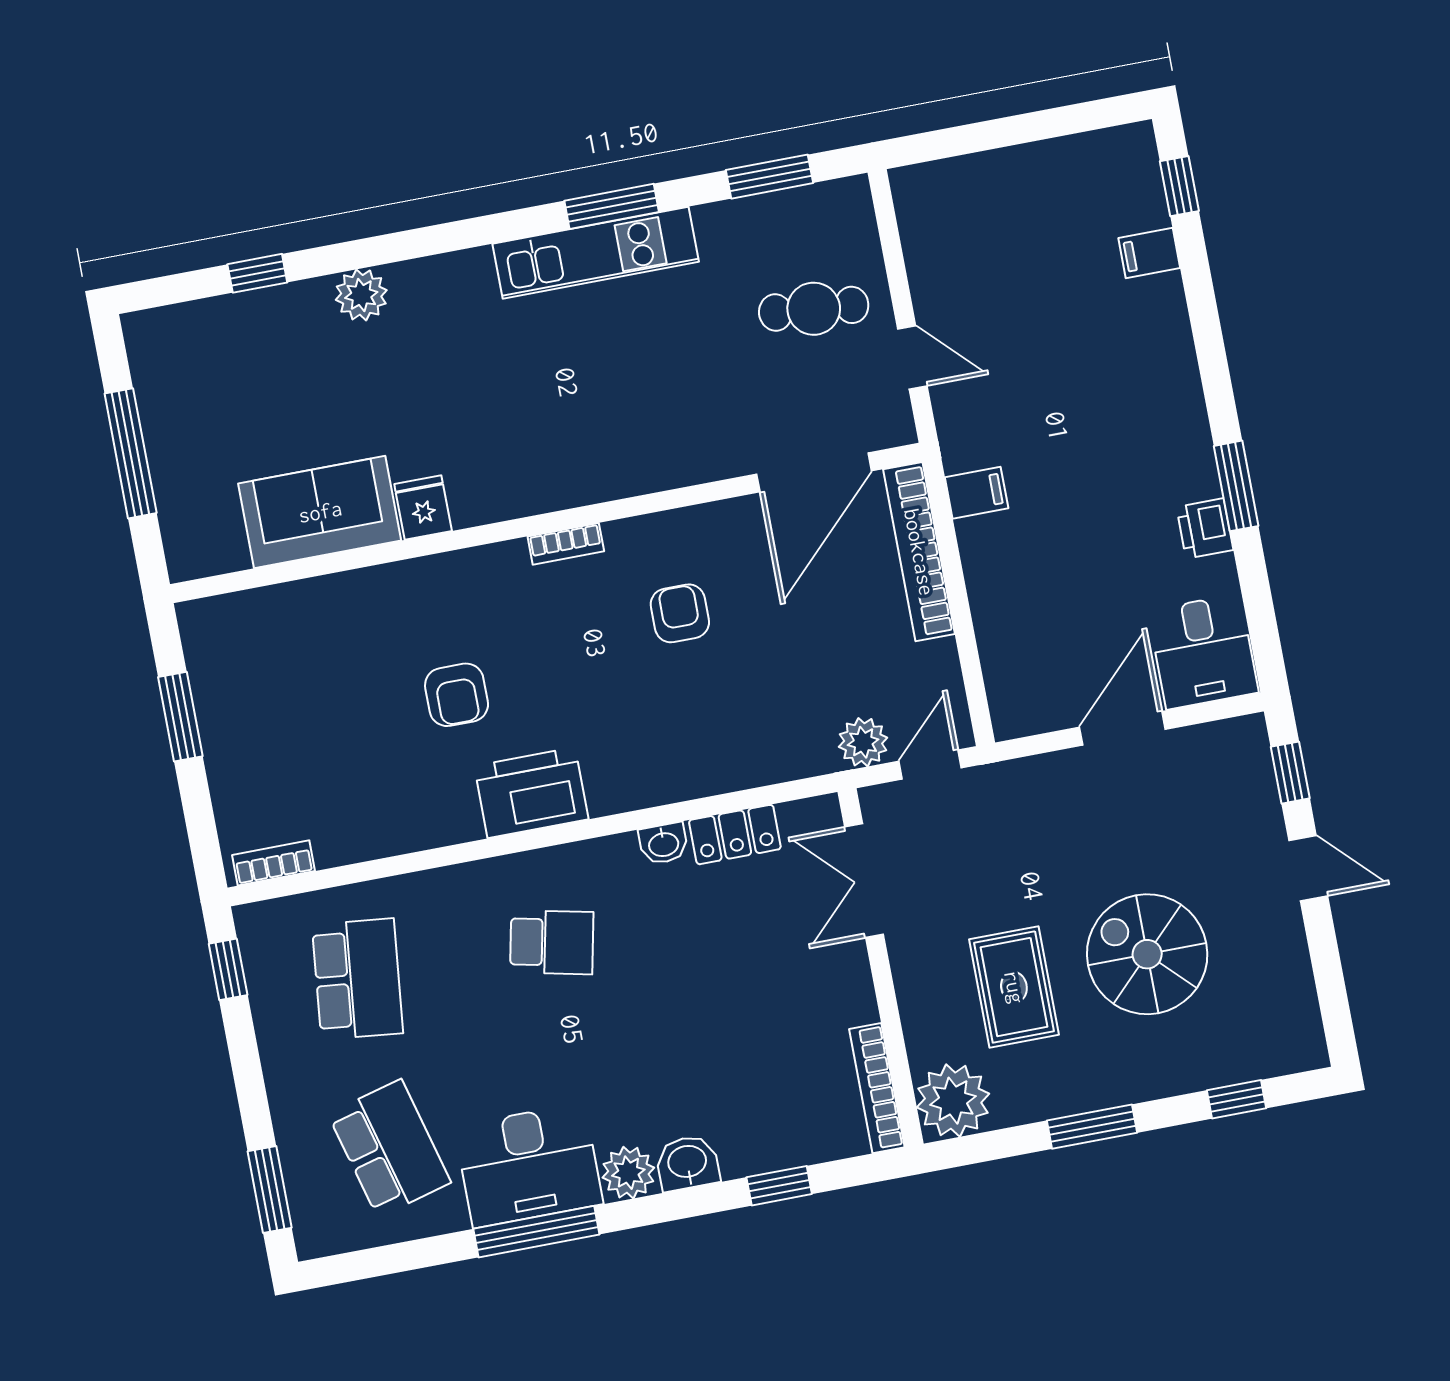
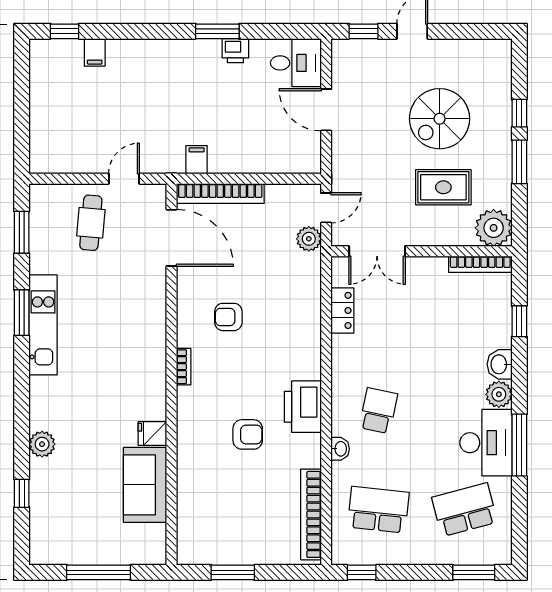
door: (930, 765) -> (326, 208), swing flipped
washbasin: (663, 844) -> (340, 449), moved
bookcase: (273, 863) -> (311, 514), width x2.31, depth x1.31
window: (1236, 1099) -> (519, 113), moved

